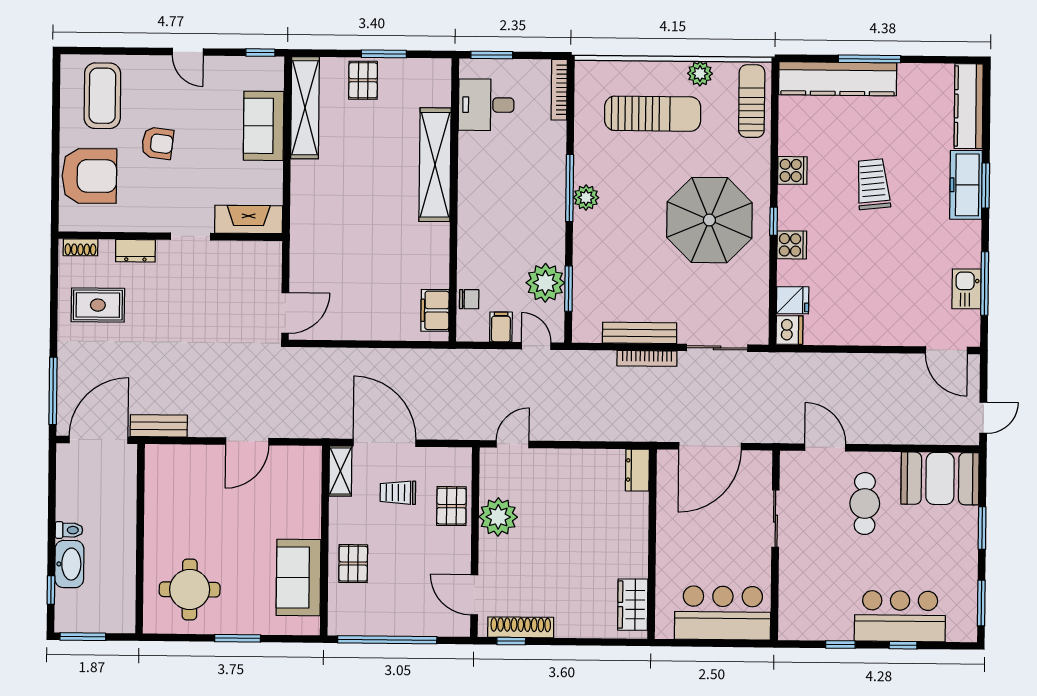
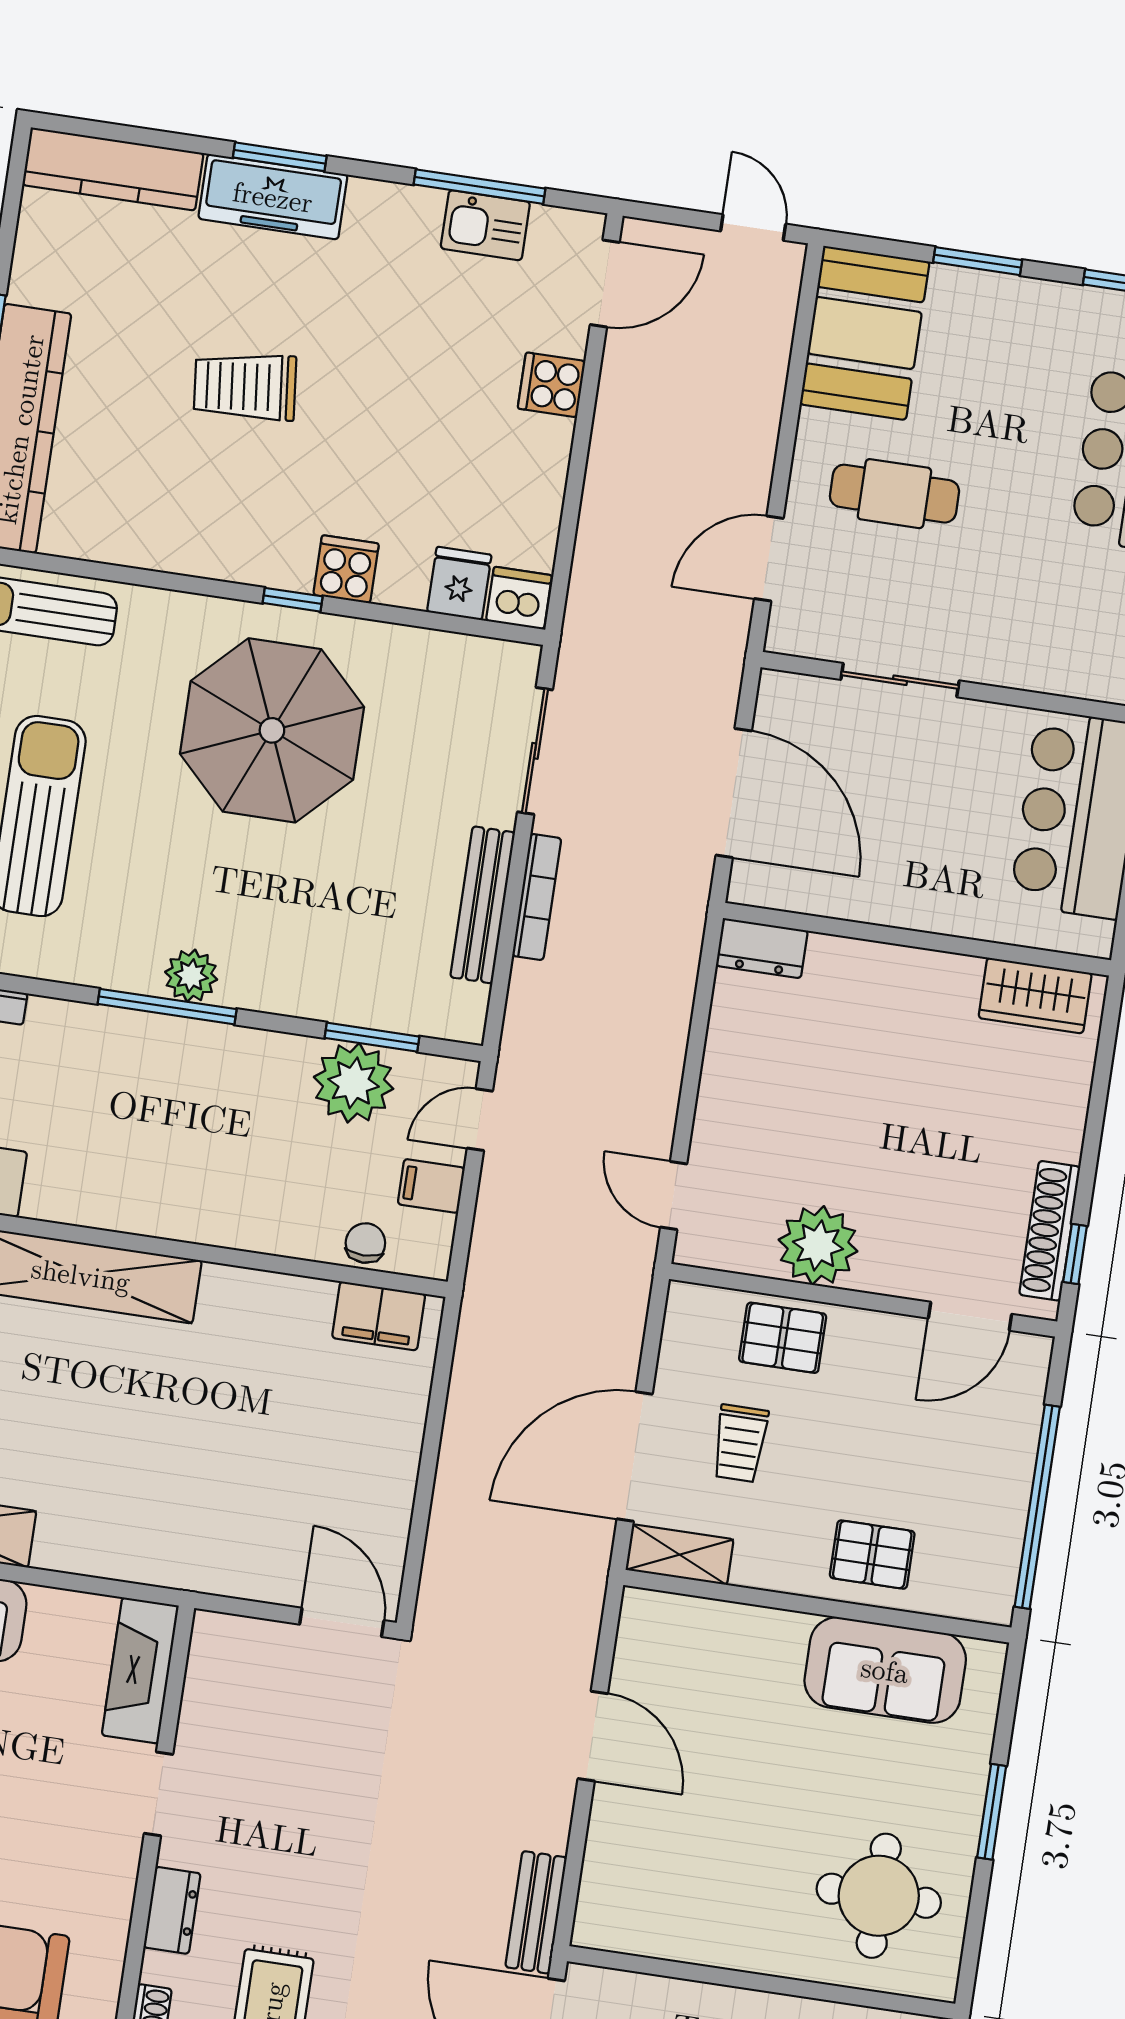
cooker: (792, 170) -> (552, 385), moved, turned -90

